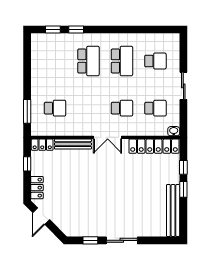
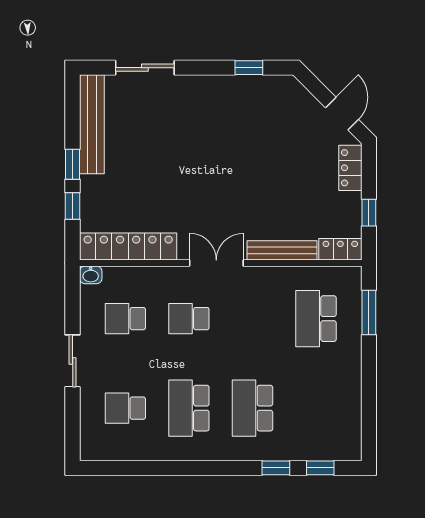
school desk: (55, 108) -> (316, 319), width x1.85
sliding door: (122, 240) -> (145, 68), moved

